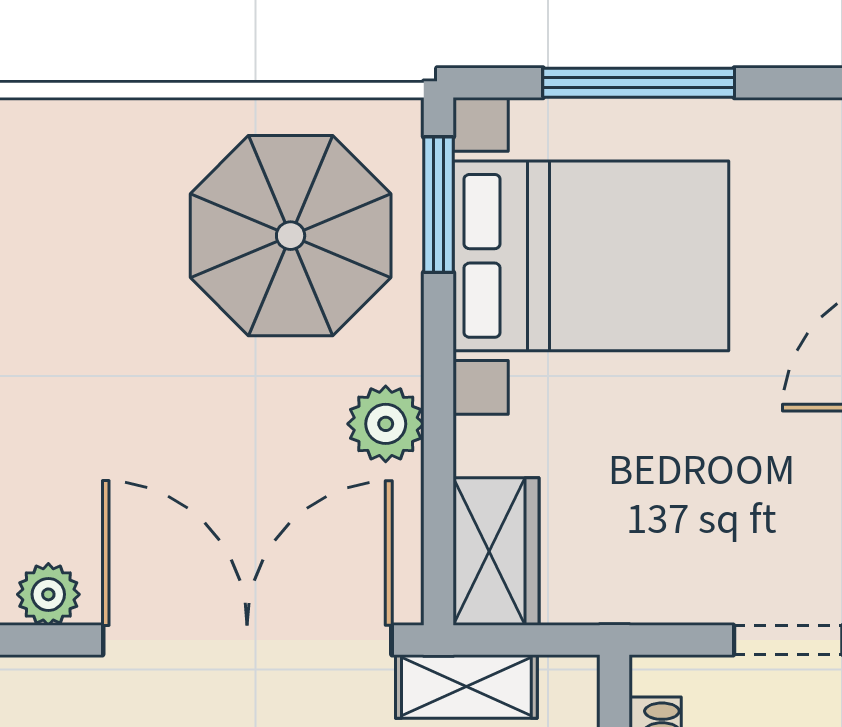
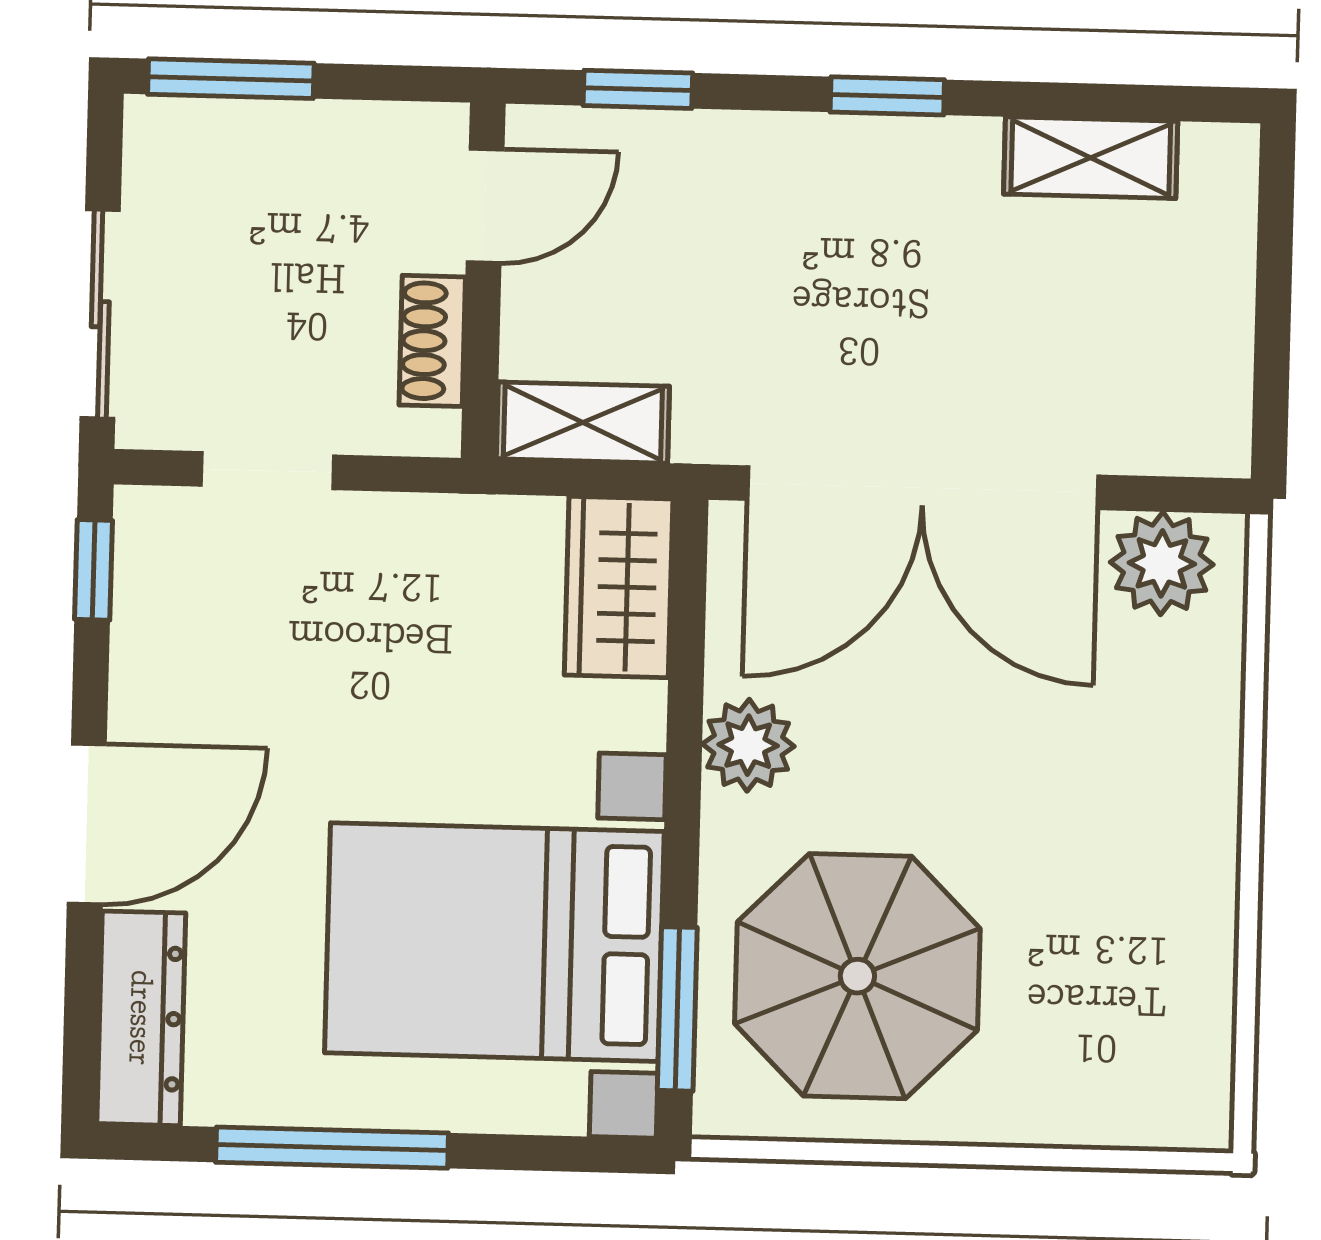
window: (639, 83) -> (332, 1148), moved
plant: (48, 594) -> (1162, 563), width x1.38, depth x1.38
shelving: (466, 687) -> (583, 423), moved

